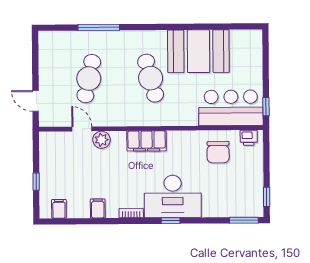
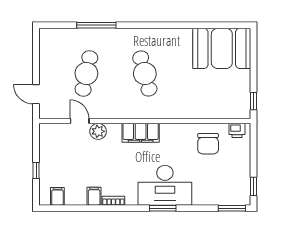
booth: (198, 51) -> (222, 48), moved
bar counter: (231, 108) -> (220, 102), removed
bookcase: (131, 213) -> (113, 201), moved
window: (171, 221) -> (163, 208), width x1.50

